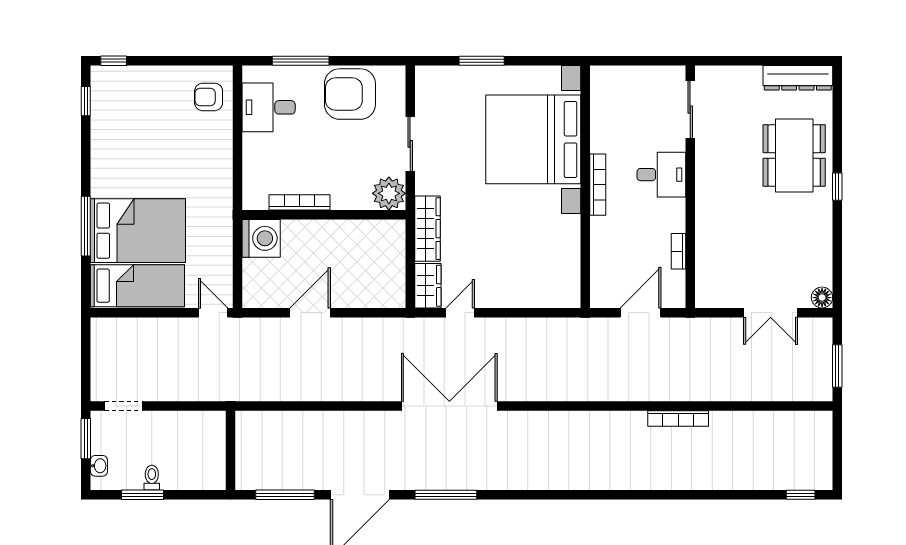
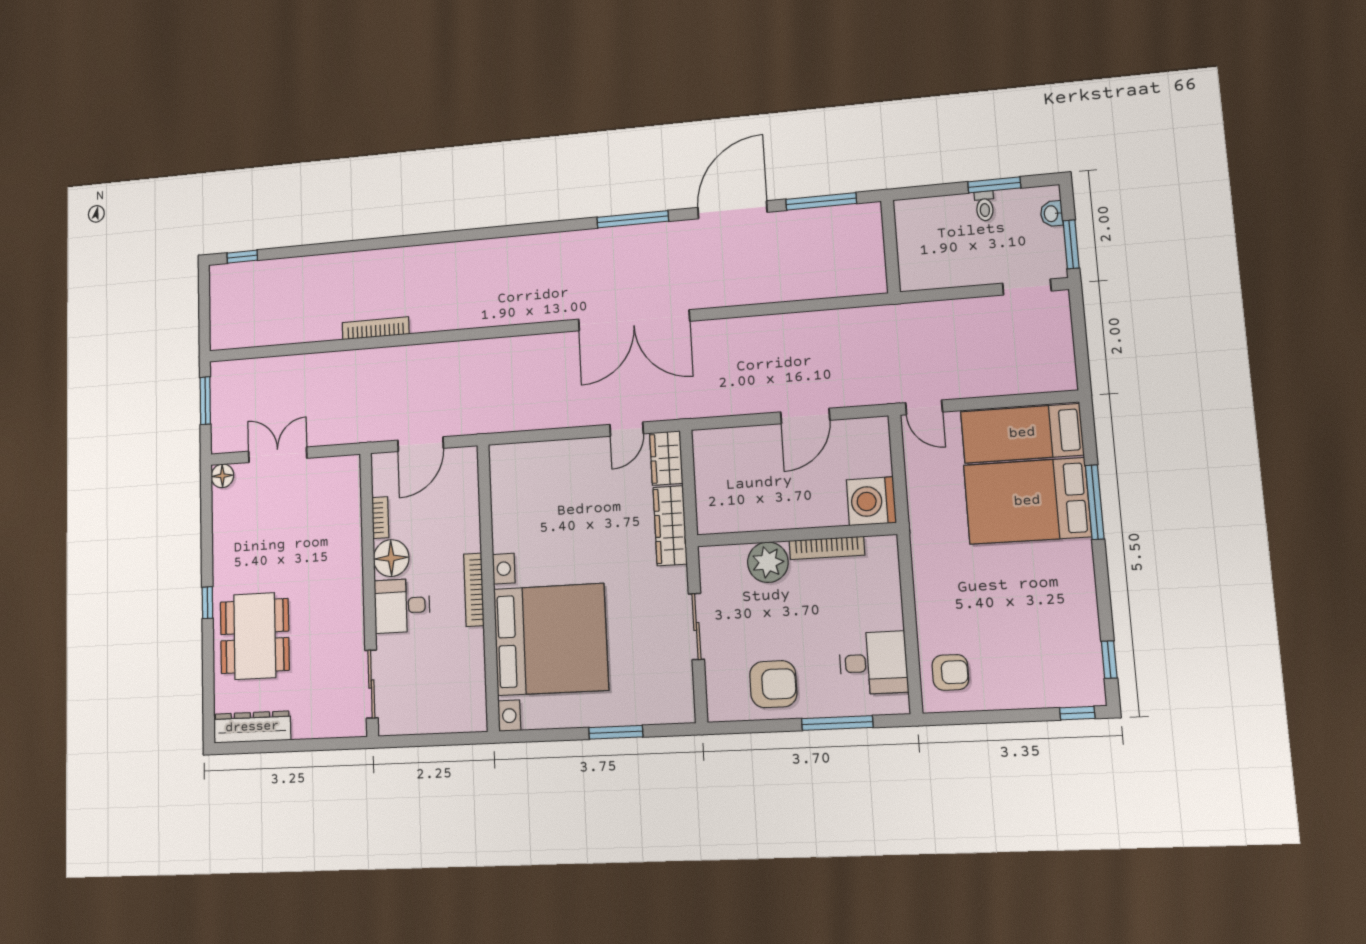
armchair: (350, 94) -> (773, 684), width x0.73, depth x0.73
plant: (389, 193) -> (768, 562), moved
floor lamp: (670, 216) -> (391, 558), added

